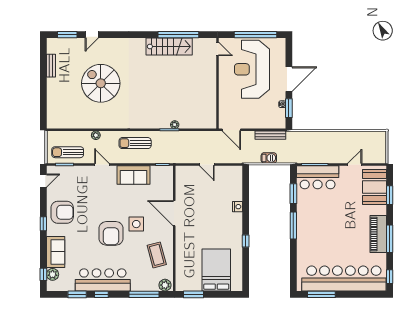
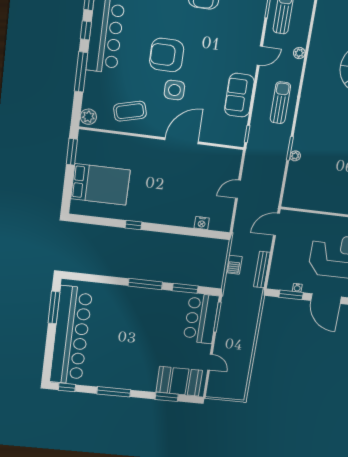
nightstand: (238, 207) -> (202, 223), moved
piano: (378, 234) -> (121, 380), removed
window: (144, 294) -> (81, 72), moved

